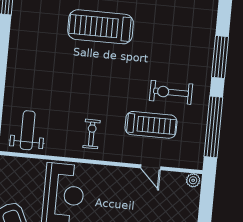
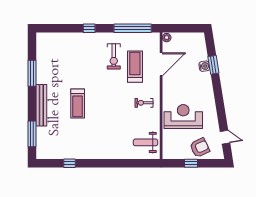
treadmill: (101, 27) -> (78, 104), width x0.73, depth x0.73
window: (220, 57) -> (89, 28), width x0.46
door: (151, 167) -> (161, 64), width x1.87

